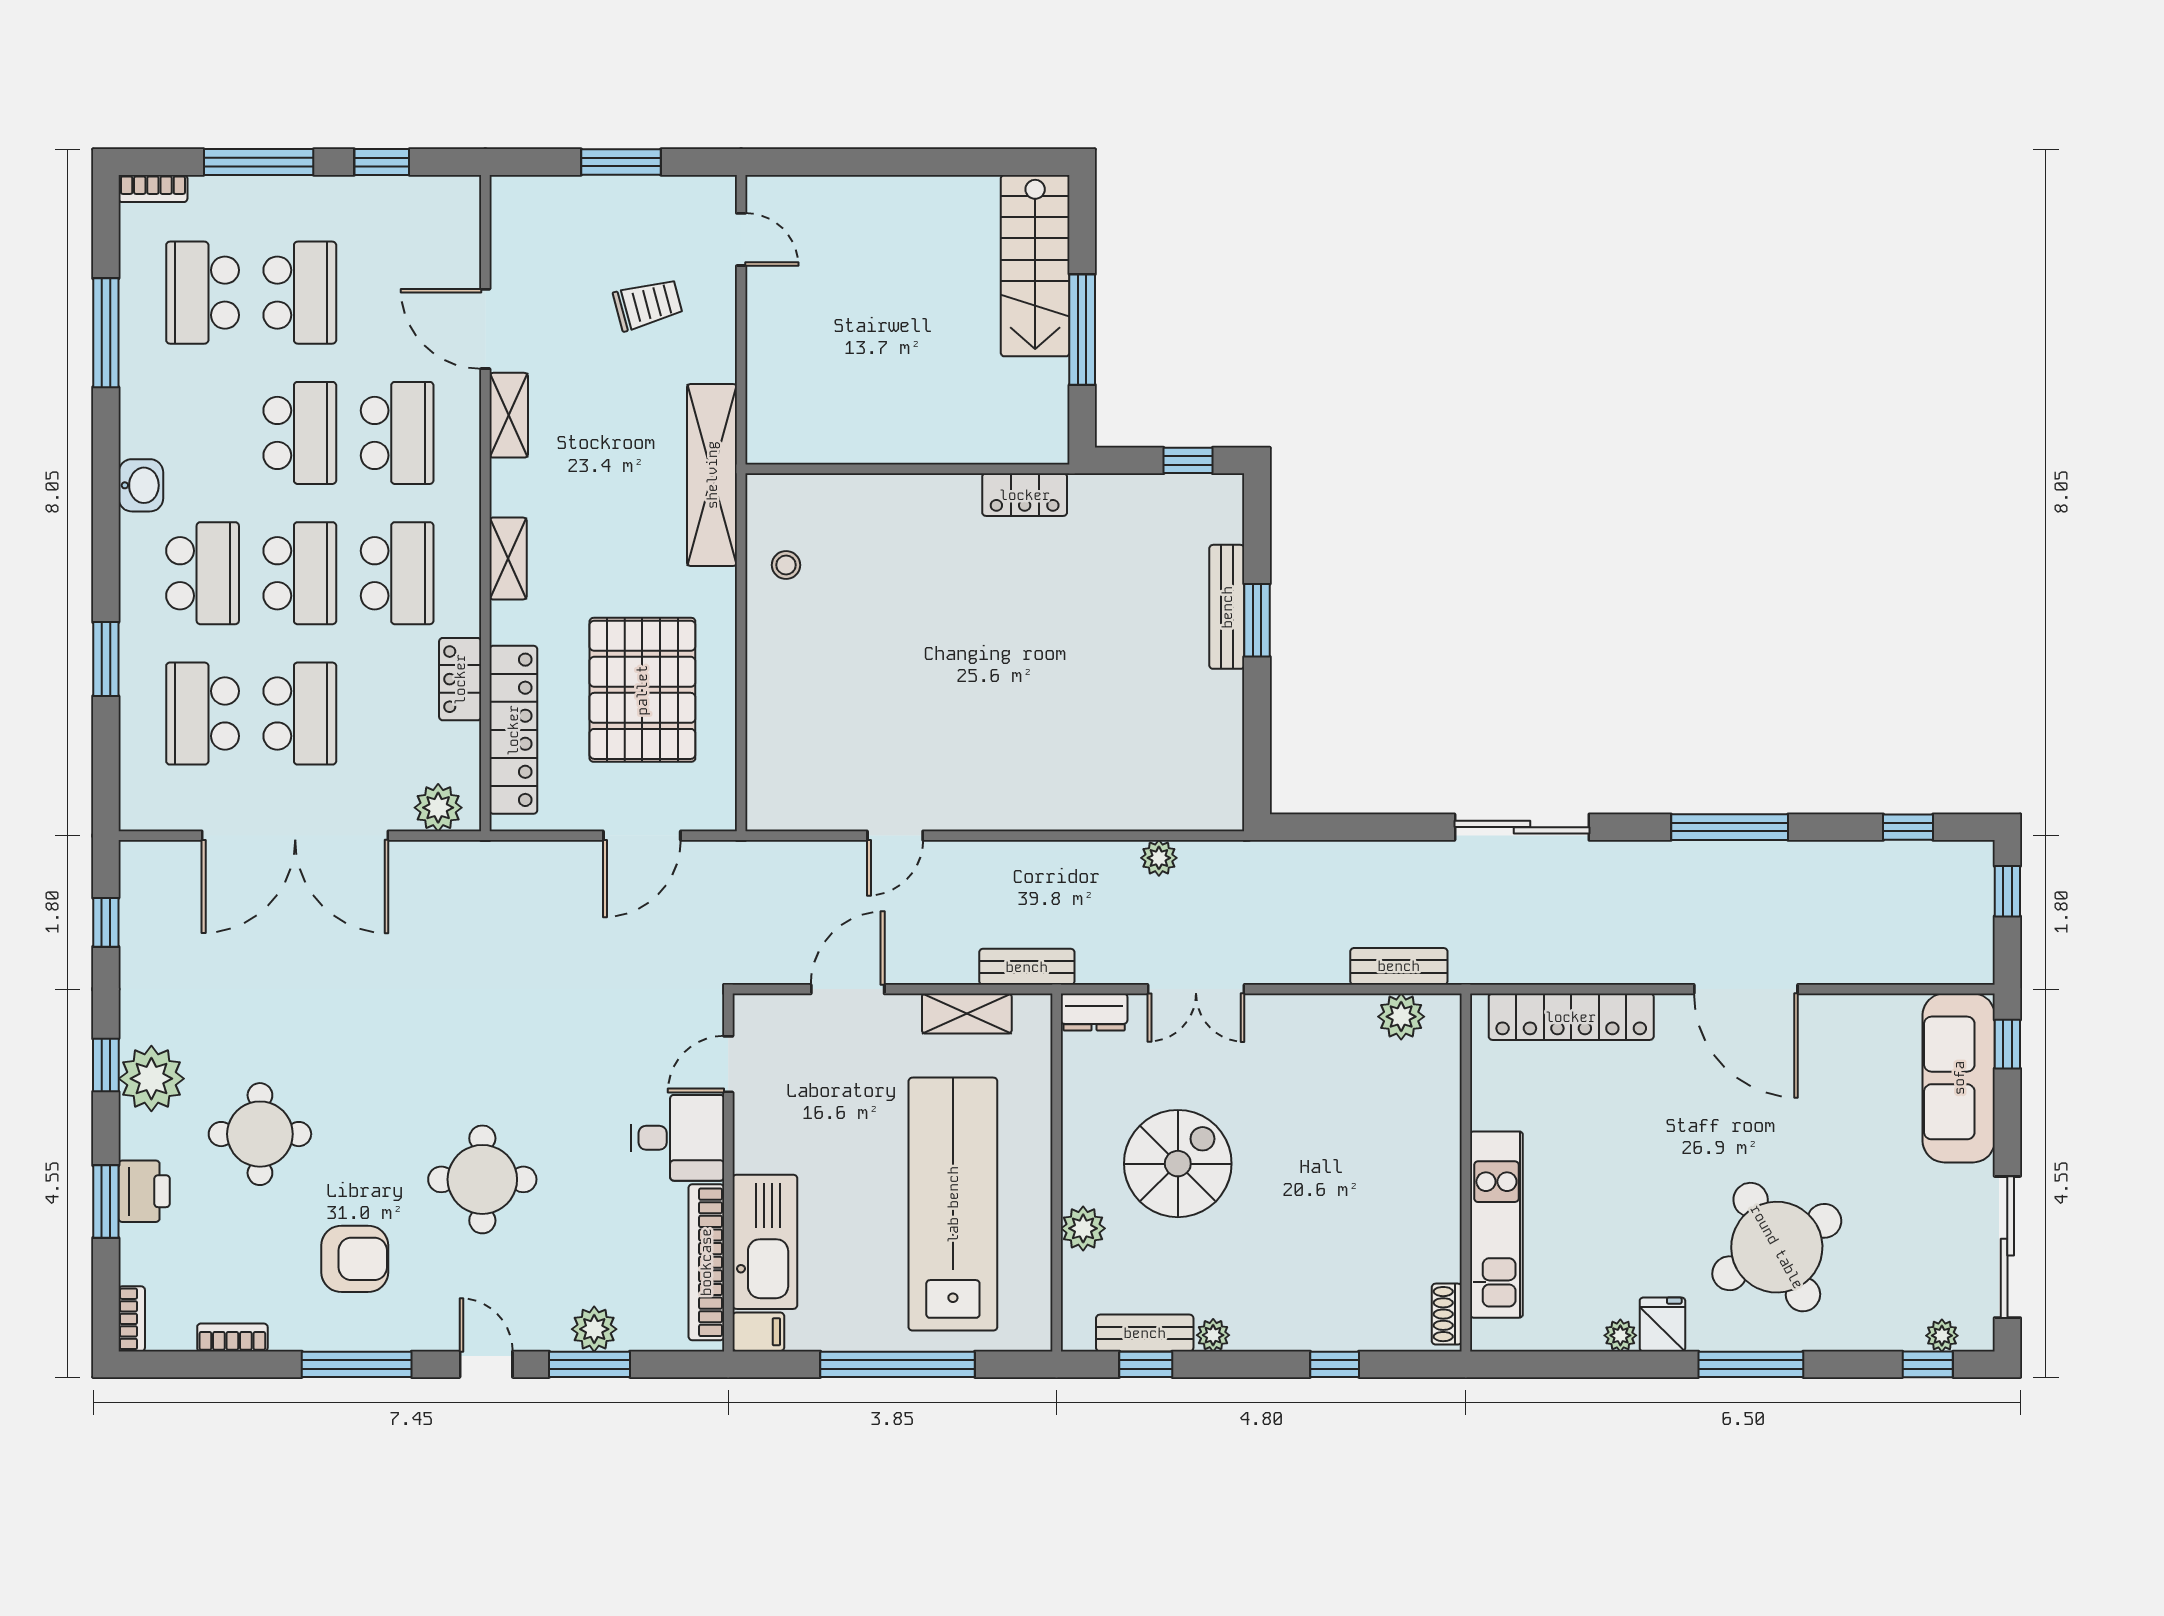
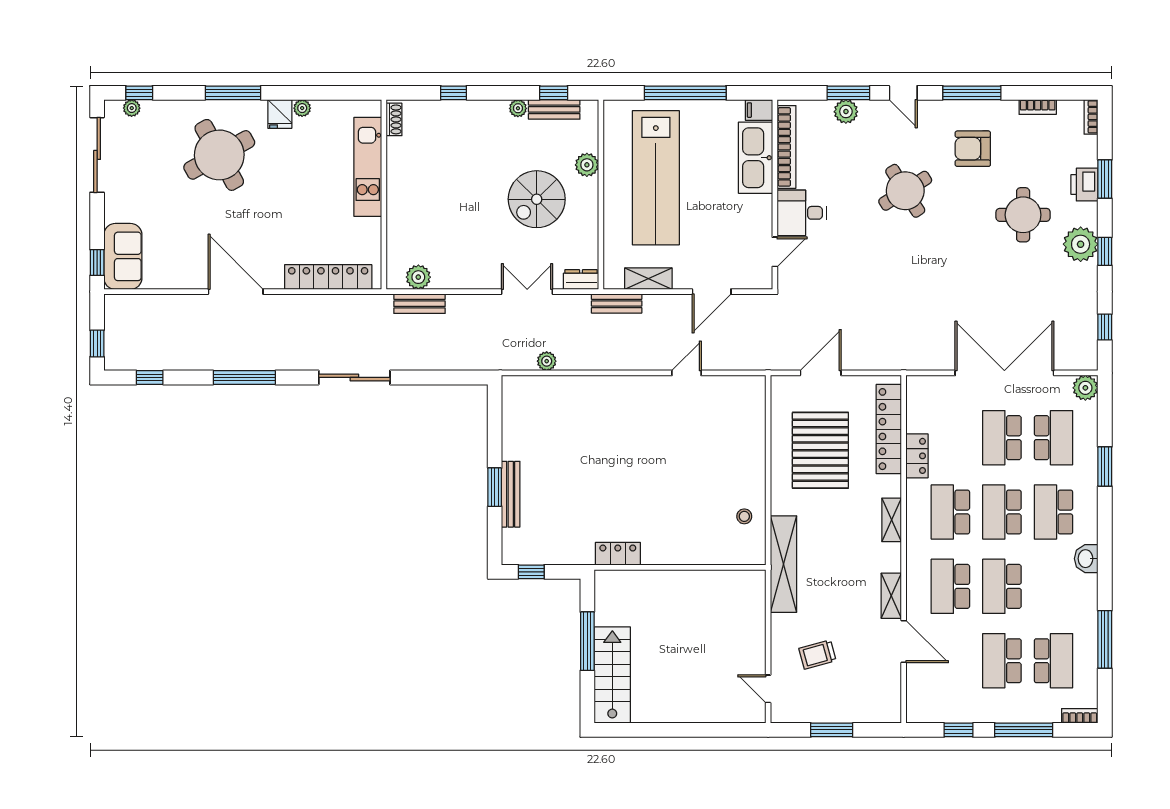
plant: (438, 808) -> (1085, 388), moved
sofa: (1959, 1078) -> (123, 256), width x0.73
round table: (482, 1179) -> (905, 191), turned -32

